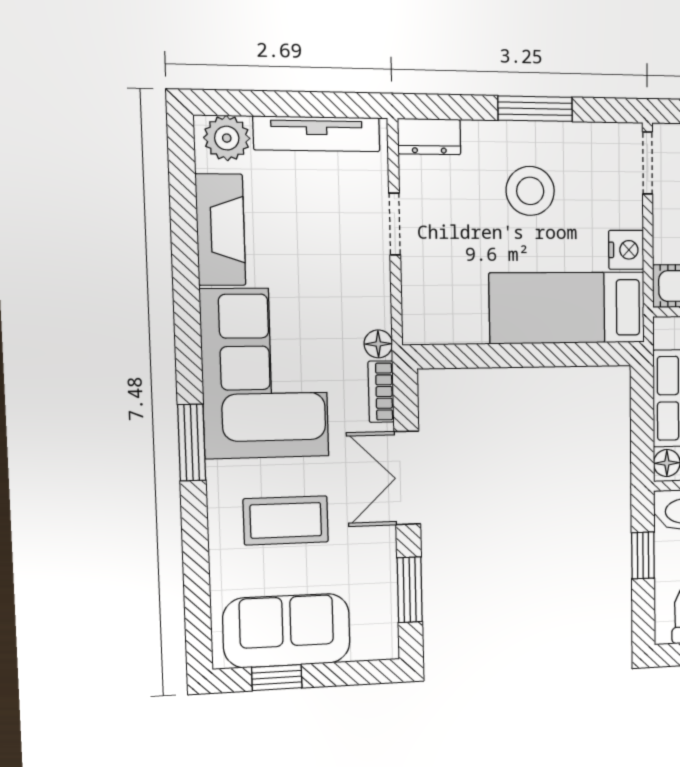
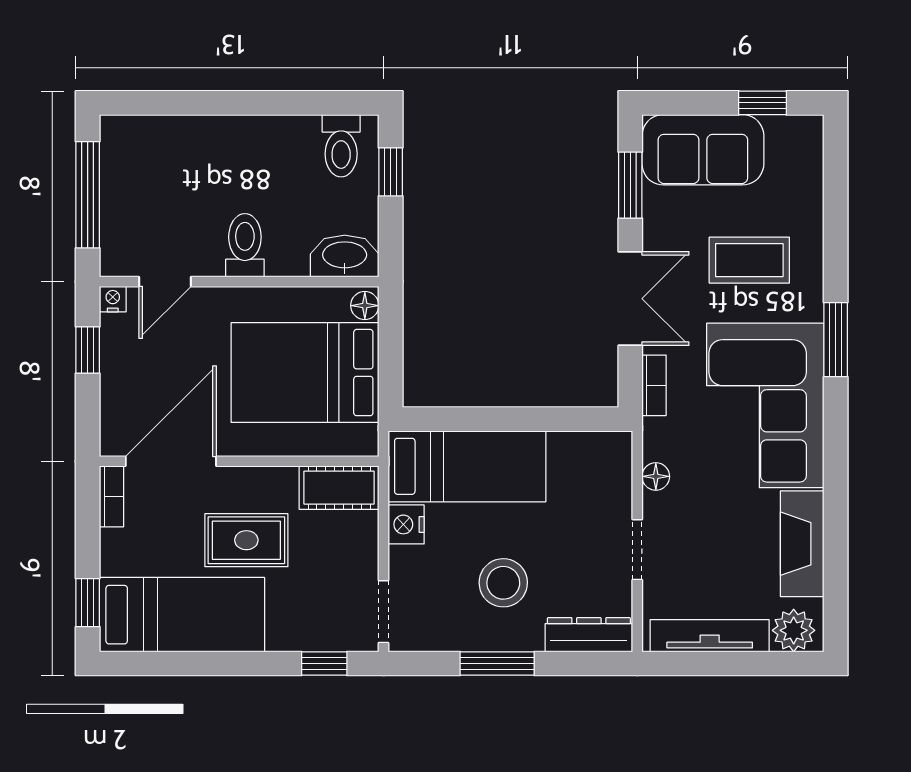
dresser: (429, 137) -> (589, 635), width x1.44
floor lamp: (378, 344) -> (656, 476), moved
window: (643, 555) -> (391, 172), moved
sofa: (287, 631) -> (703, 150), moved

